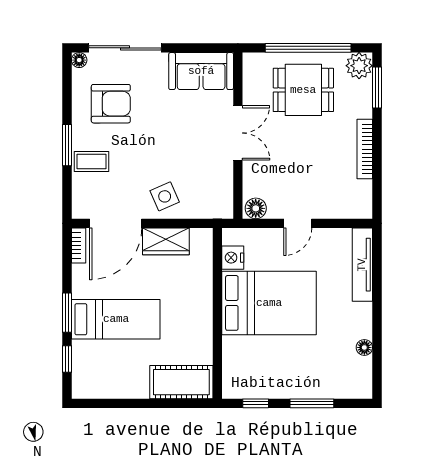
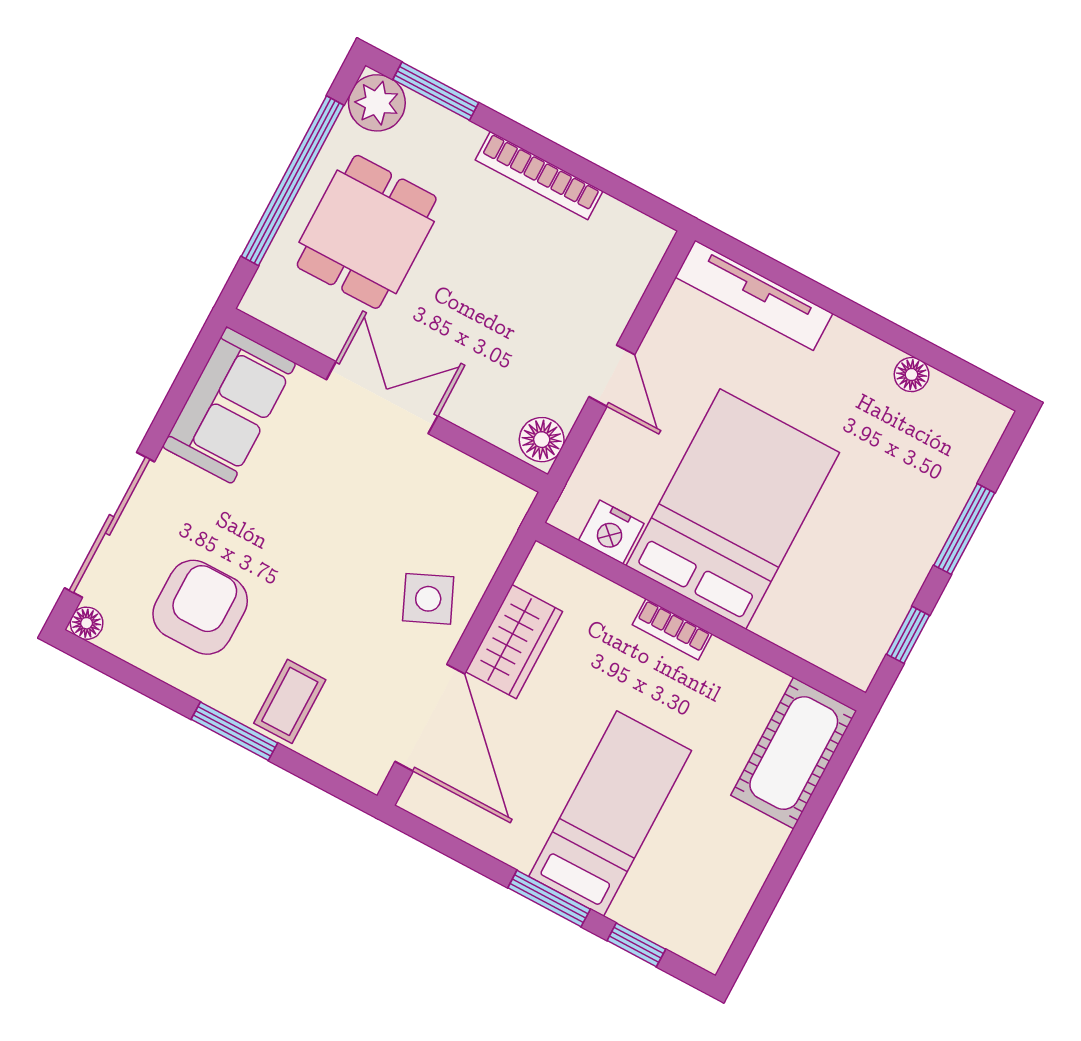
bookcase: (79, 245) -> (672, 629), moved, turned 180

